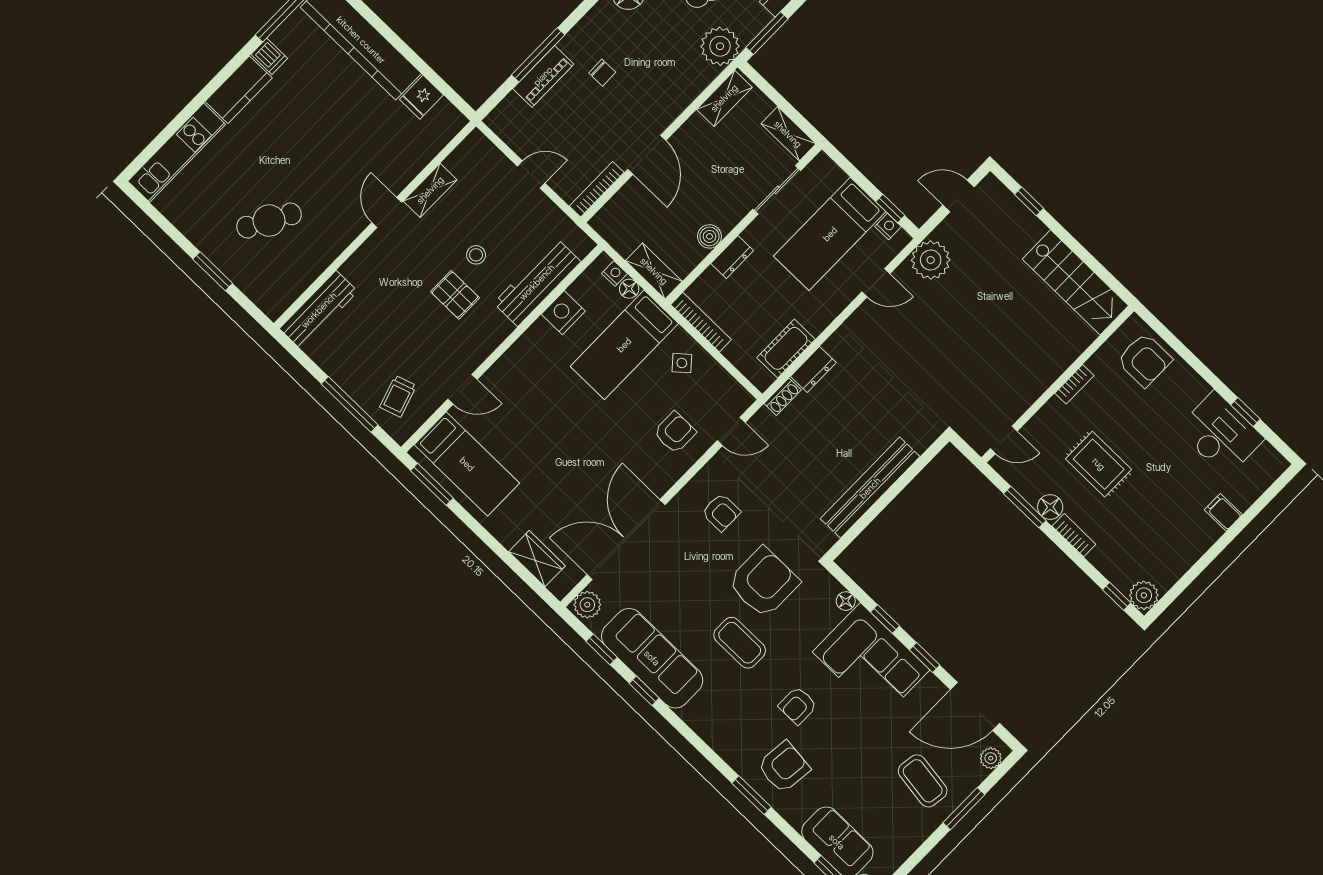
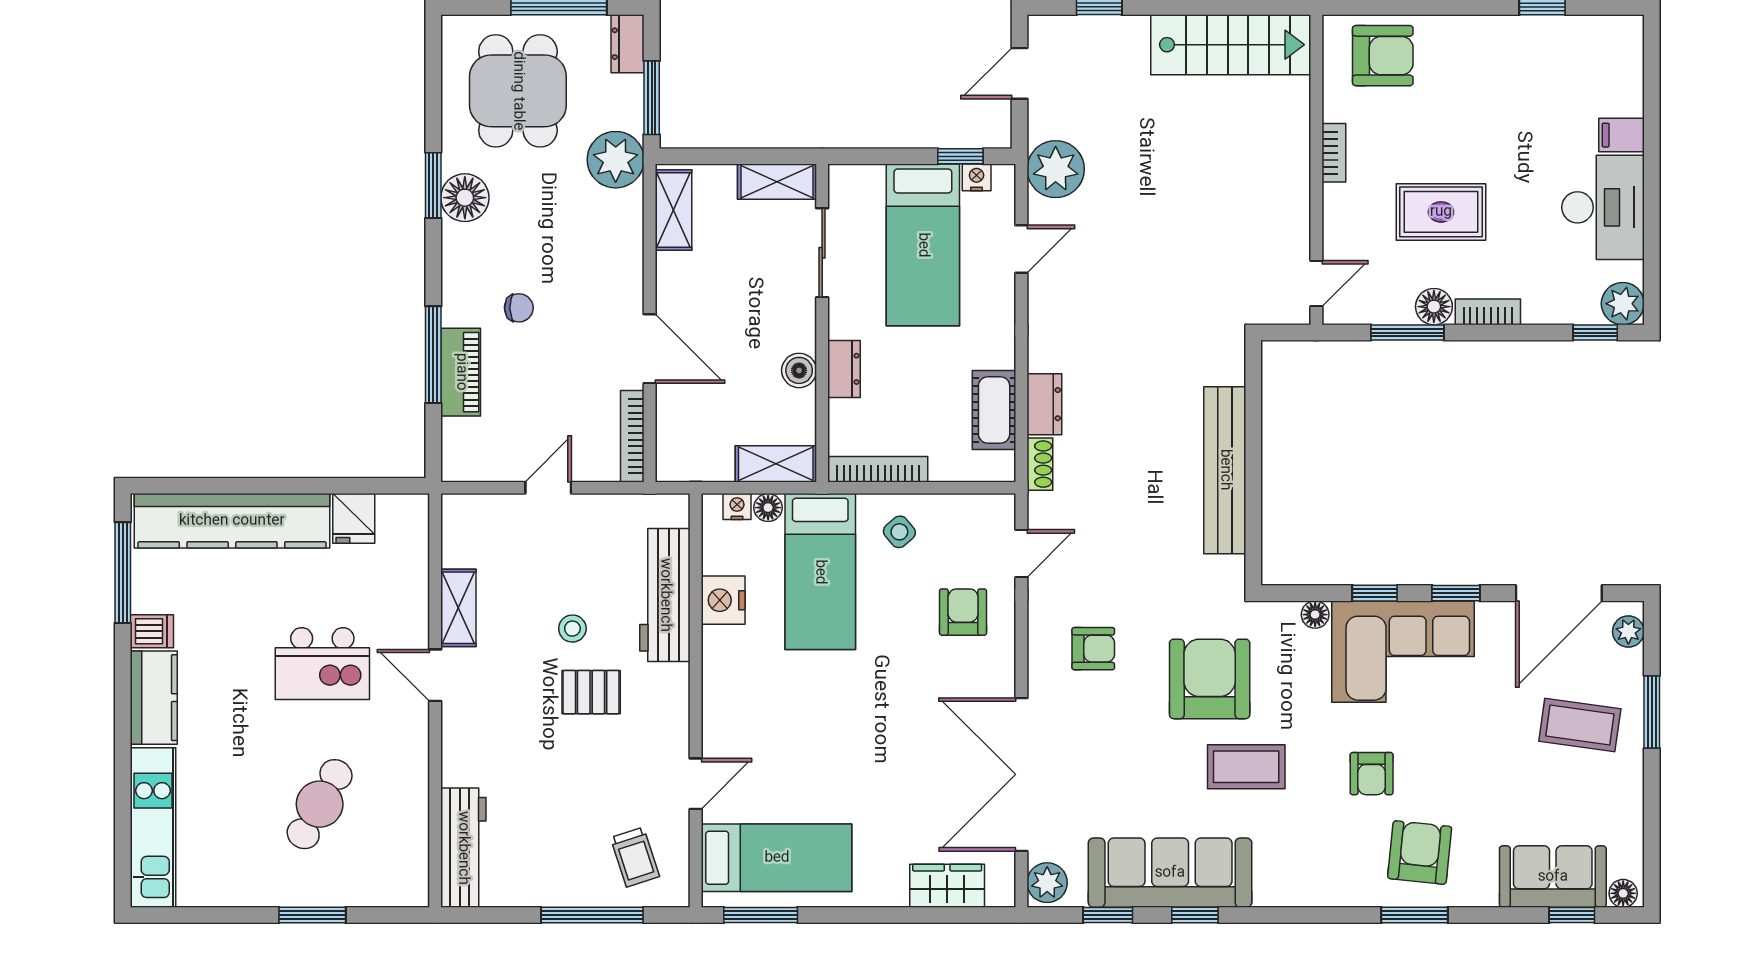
kitchen island: (337, 153) -> (322, 664), added
desk: (1220, 434) -> (1603, 207), moved, turned 90

